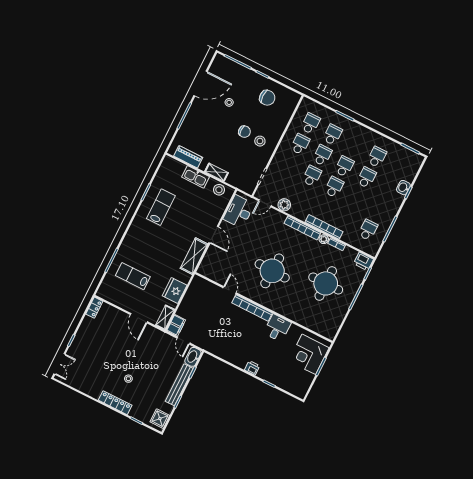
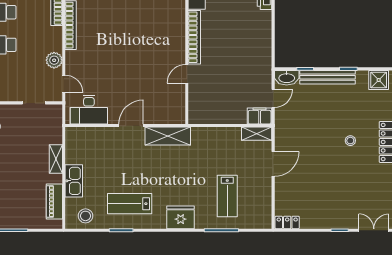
stool: (219, 190) -> (85, 216), moved
round table: (272, 271) -> (139, 35), removed
fridge: (175, 291) -> (181, 217), moved, turned 180

